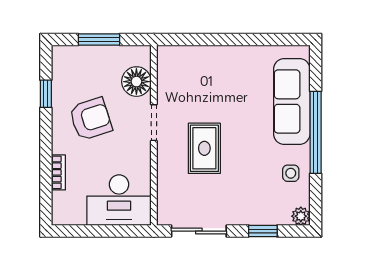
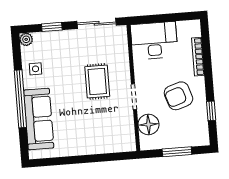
bookcase: (58, 172) -> (198, 57), width x1.56

